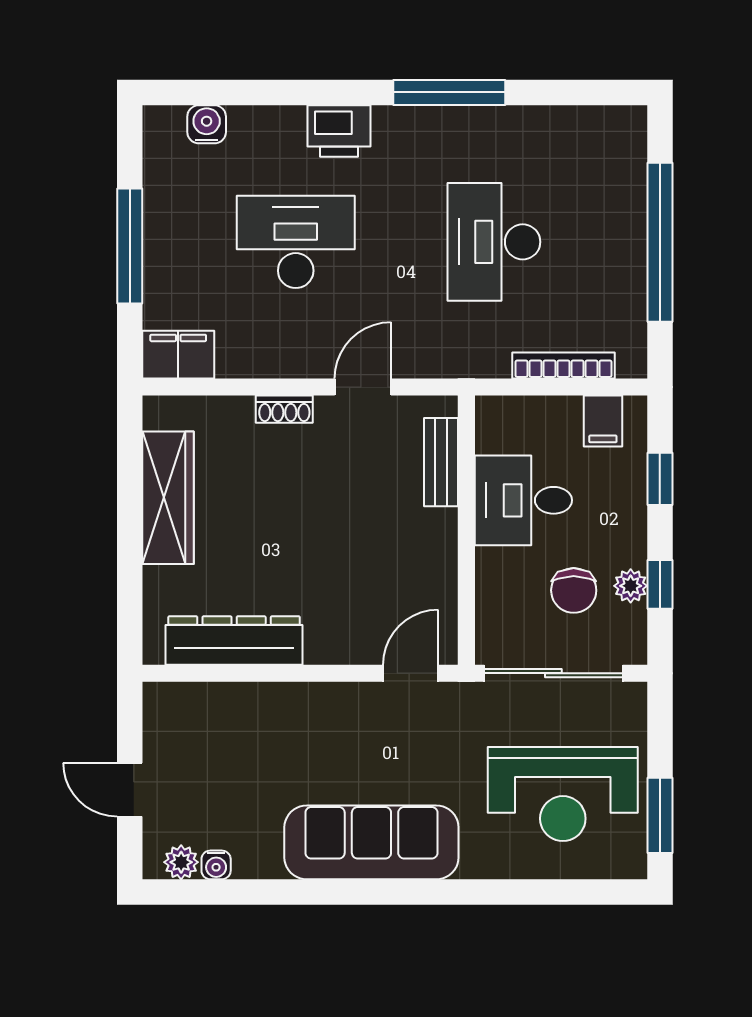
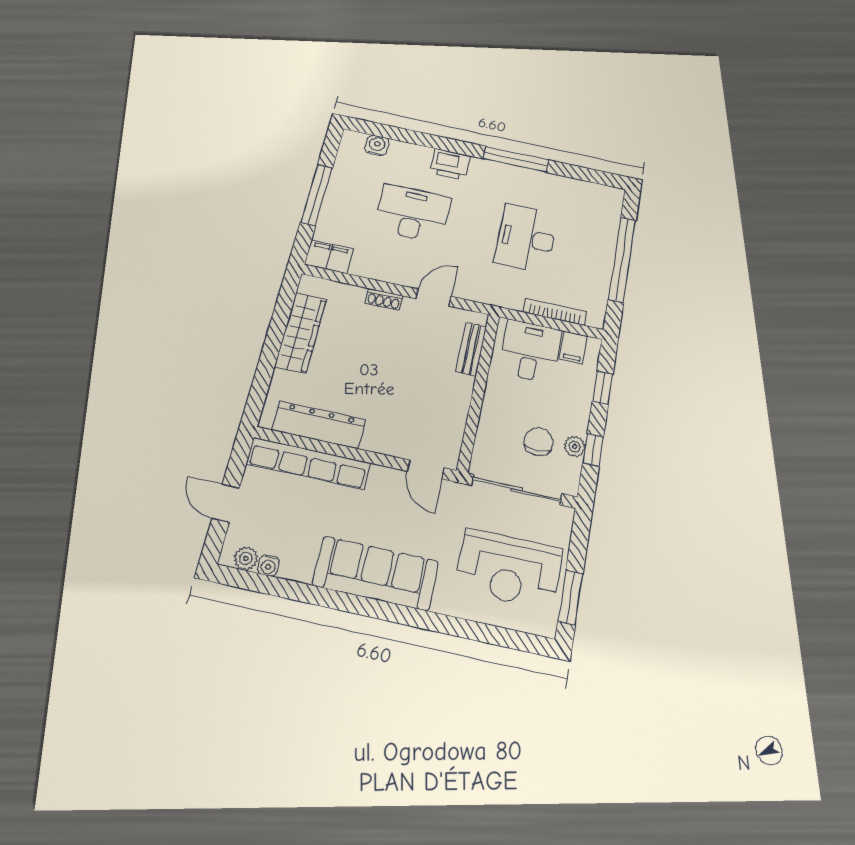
desk: (523, 500) -> (530, 351), moved, turned 90
chair: (574, 590) -> (539, 442), turned 180
door: (411, 673) -> (426, 469), swing flipped
row of seats: (234, 703) -> (308, 463), added

